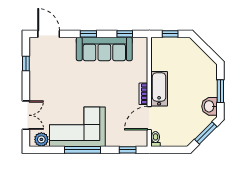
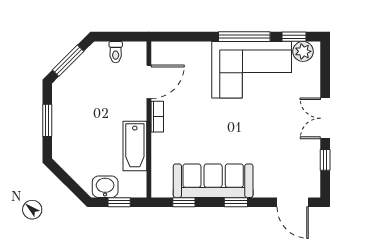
bathtub: (159, 89) -> (135, 146), moved
washbasin: (209, 106) -> (105, 187), moved, turned -90
double door: (26, 115) -> (325, 118), moved
toilet: (155, 139) -> (116, 52), moved
window: (128, 150) -> (294, 37), moved

